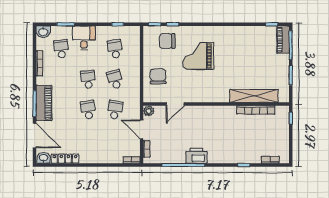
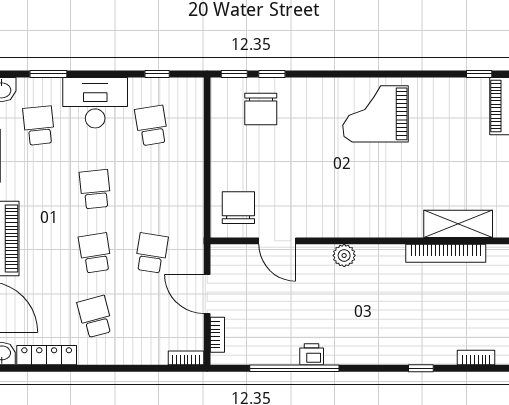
desk: (84, 38) -> (95, 103), width x1.37
chair: (167, 41) -> (261, 109), turned -90
grand piano: (198, 56) -> (376, 114), moved
chair: (158, 76) -> (238, 208), moved
school desk: (115, 79) -> (95, 317), moved
shelving: (254, 96) -> (458, 224), width x0.68
door: (175, 104) -> (277, 241), hinge flipped
plant: (149, 111) -> (344, 255), moved
printer: (196, 156) -> (312, 354), width x0.53, depth x0.68

